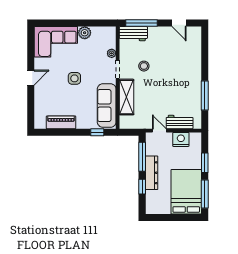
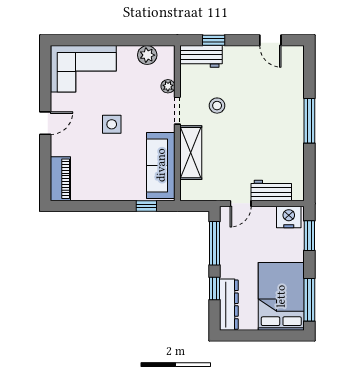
window: (142, 23) -> (214, 40), width x0.46
plant: (85, 33) -> (147, 55), moved
window: (205, 96) -> (309, 121), moved
piano: (61, 122) -> (60, 179), moved, turned 90
door: (159, 131) -> (241, 203), swing flipped
nightstand: (181, 139) -> (289, 217), moved
window: (205, 163) -> (309, 236), moved
dresser: (152, 173) -> (229, 305), moved

